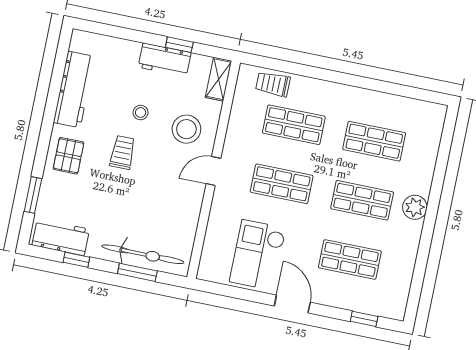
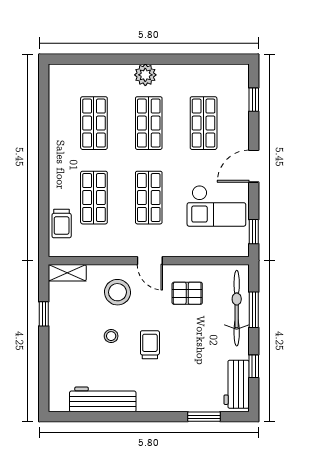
workbench: (165, 60) -> (60, 324), removed
trolley: (122, 152) -> (150, 345), turned 90
pallet: (69, 156) -> (187, 293), moved
window: (222, 290) -> (254, 232), added

